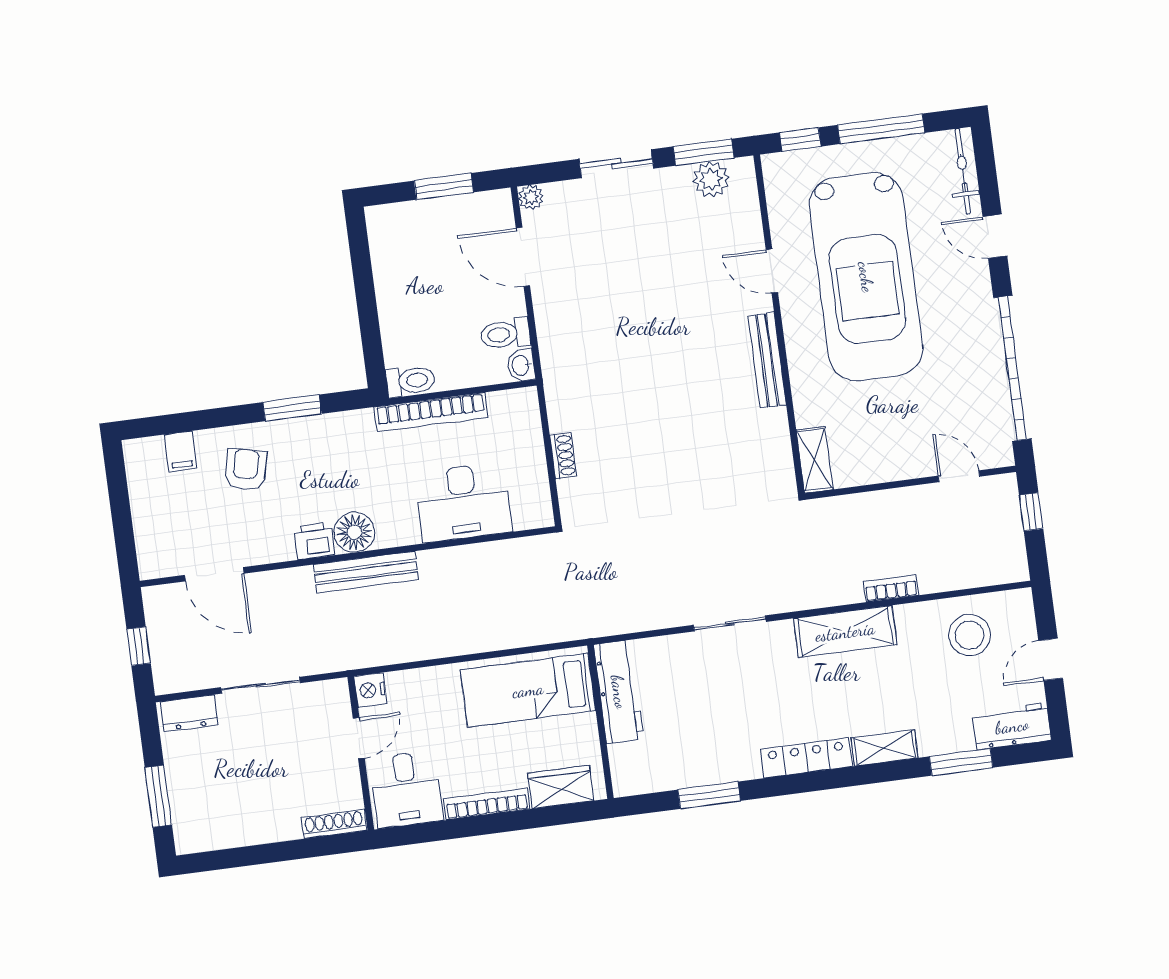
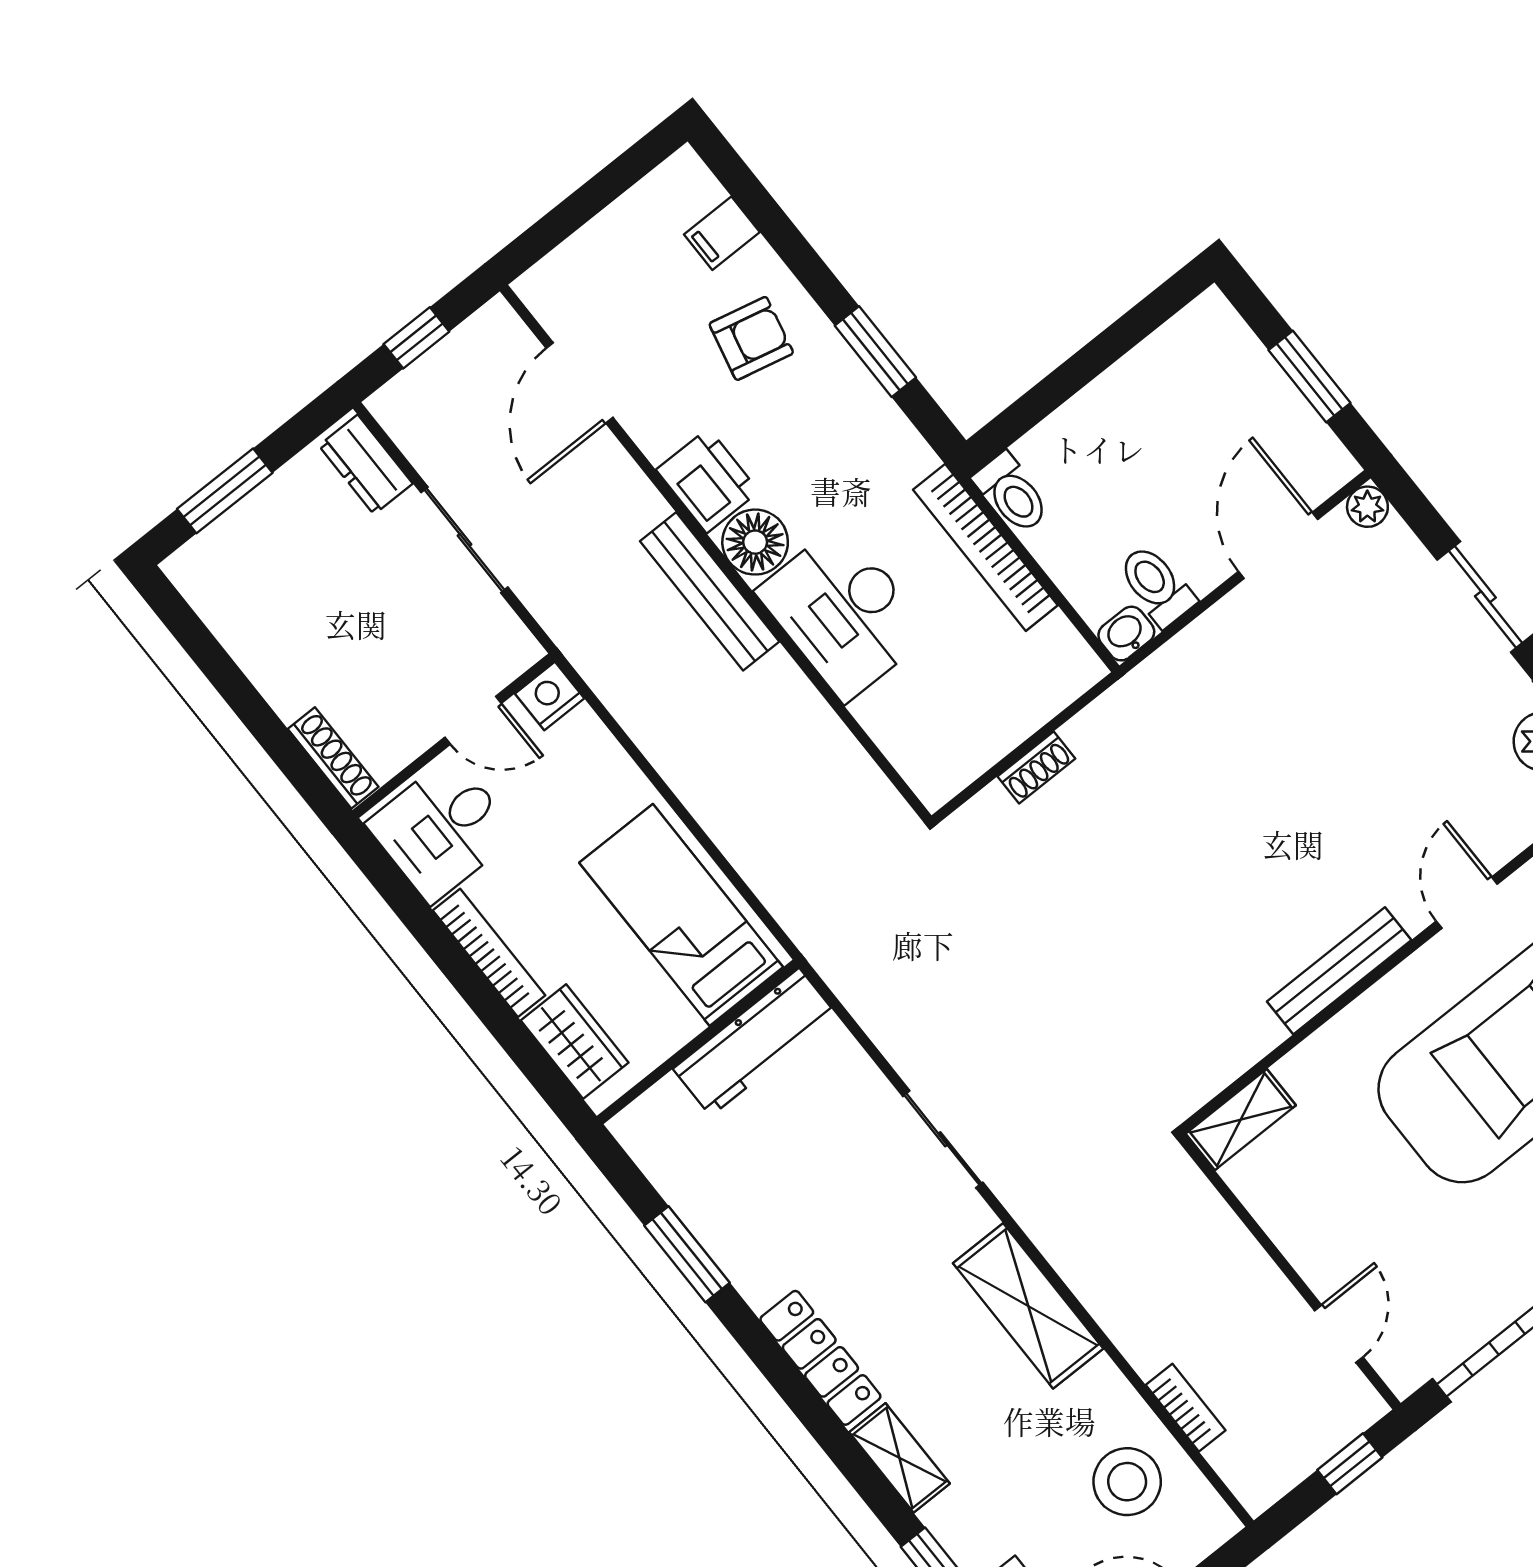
desk: (463, 502) -> (843, 613), moved
printer: (314, 541) -> (708, 481), width x1.36, depth x1.24
bookcase: (891, 588) -> (1186, 1408), moved

